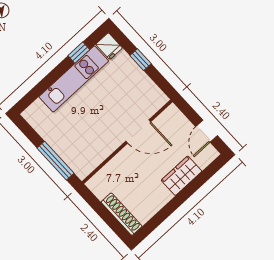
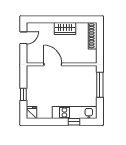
window: (79, 53) -> (74, 122), moved
kitchen unit: (74, 79) -> (75, 113), moved
wardrobe: (182, 176) -> (65, 28), moved

